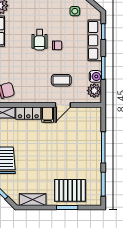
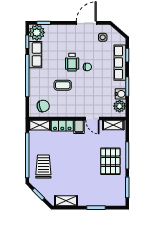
coffee table: (61, 80) -> (63, 85), moved
door: (63, 105) -> (92, 119), hinge flipped
shelving: (87, 112) -> (113, 125), added
pallet: (70, 190) -> (110, 161), moved, turned 90

